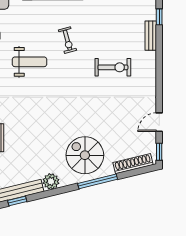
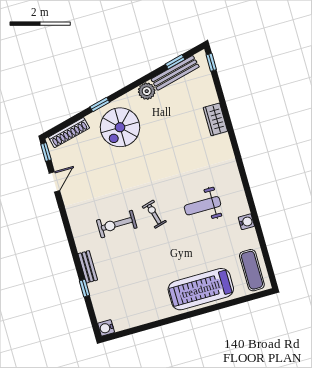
exercise bike: (67, 40) -> (154, 214), moved
spiral stairs: (85, 155) -> (120, 127), turned 90
window: (98, 181) -> (100, 105), width x0.46

